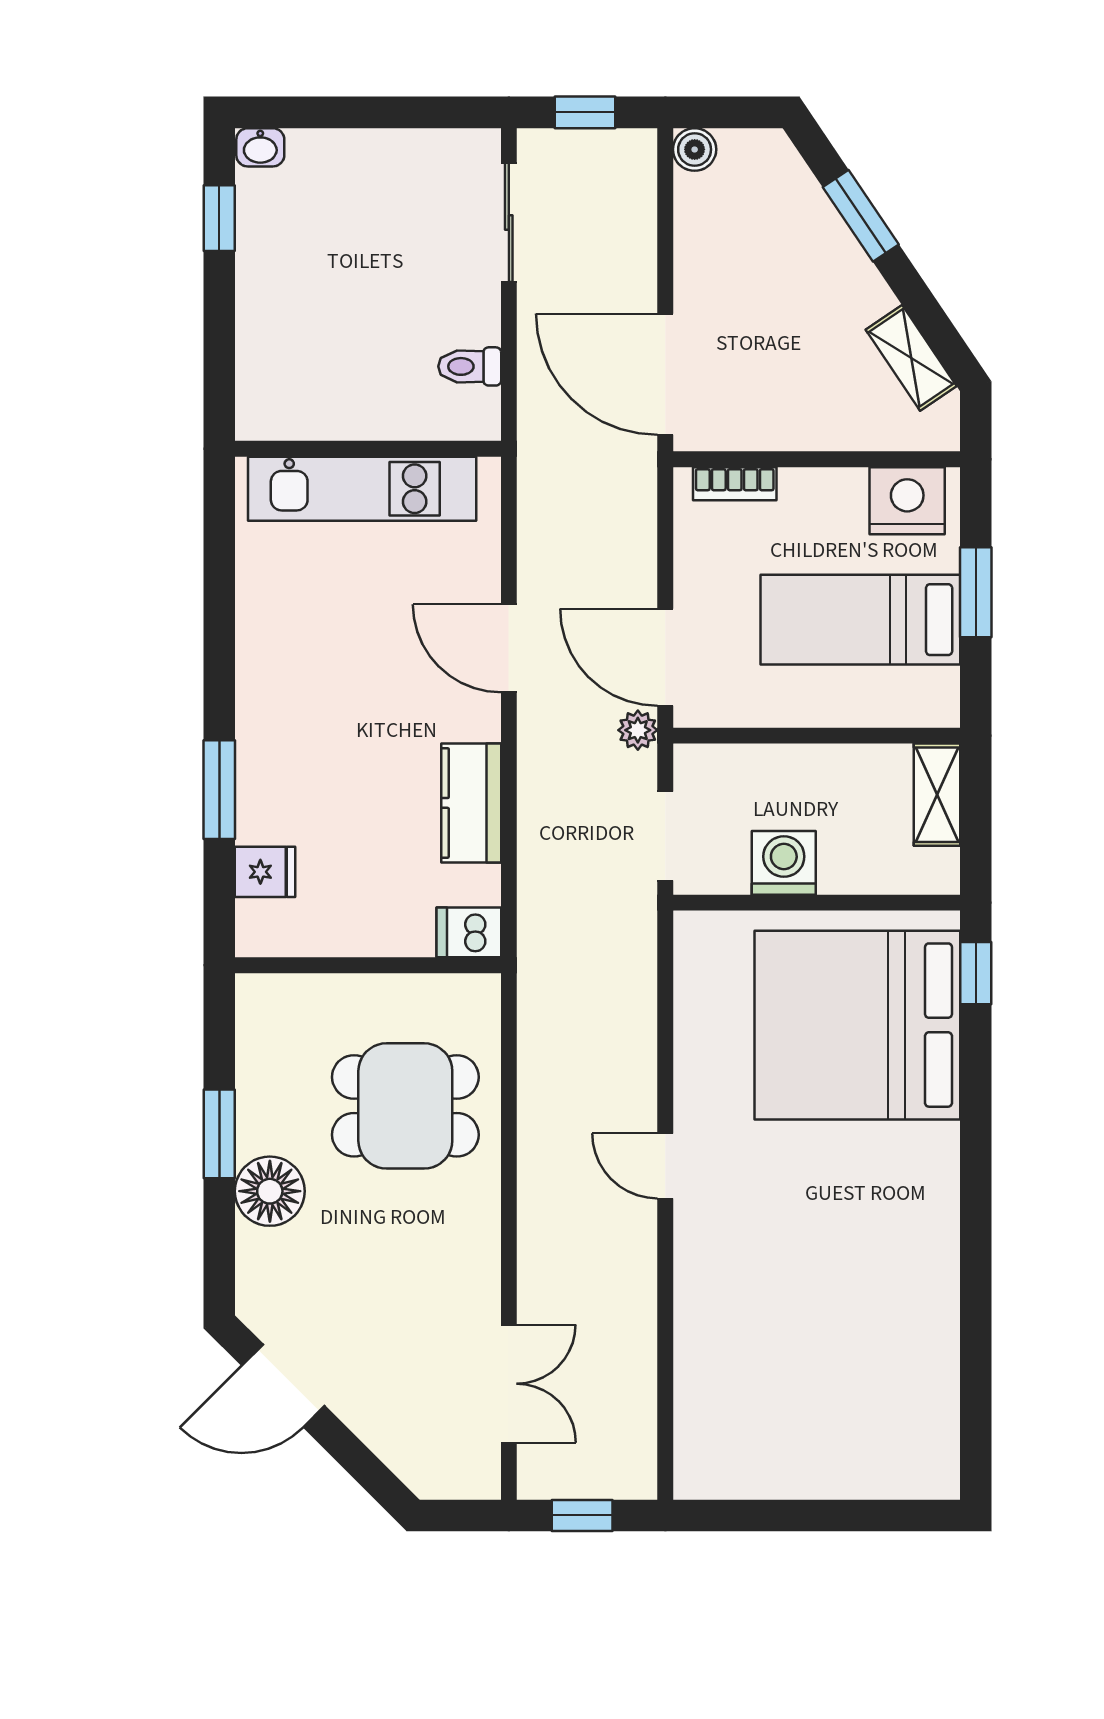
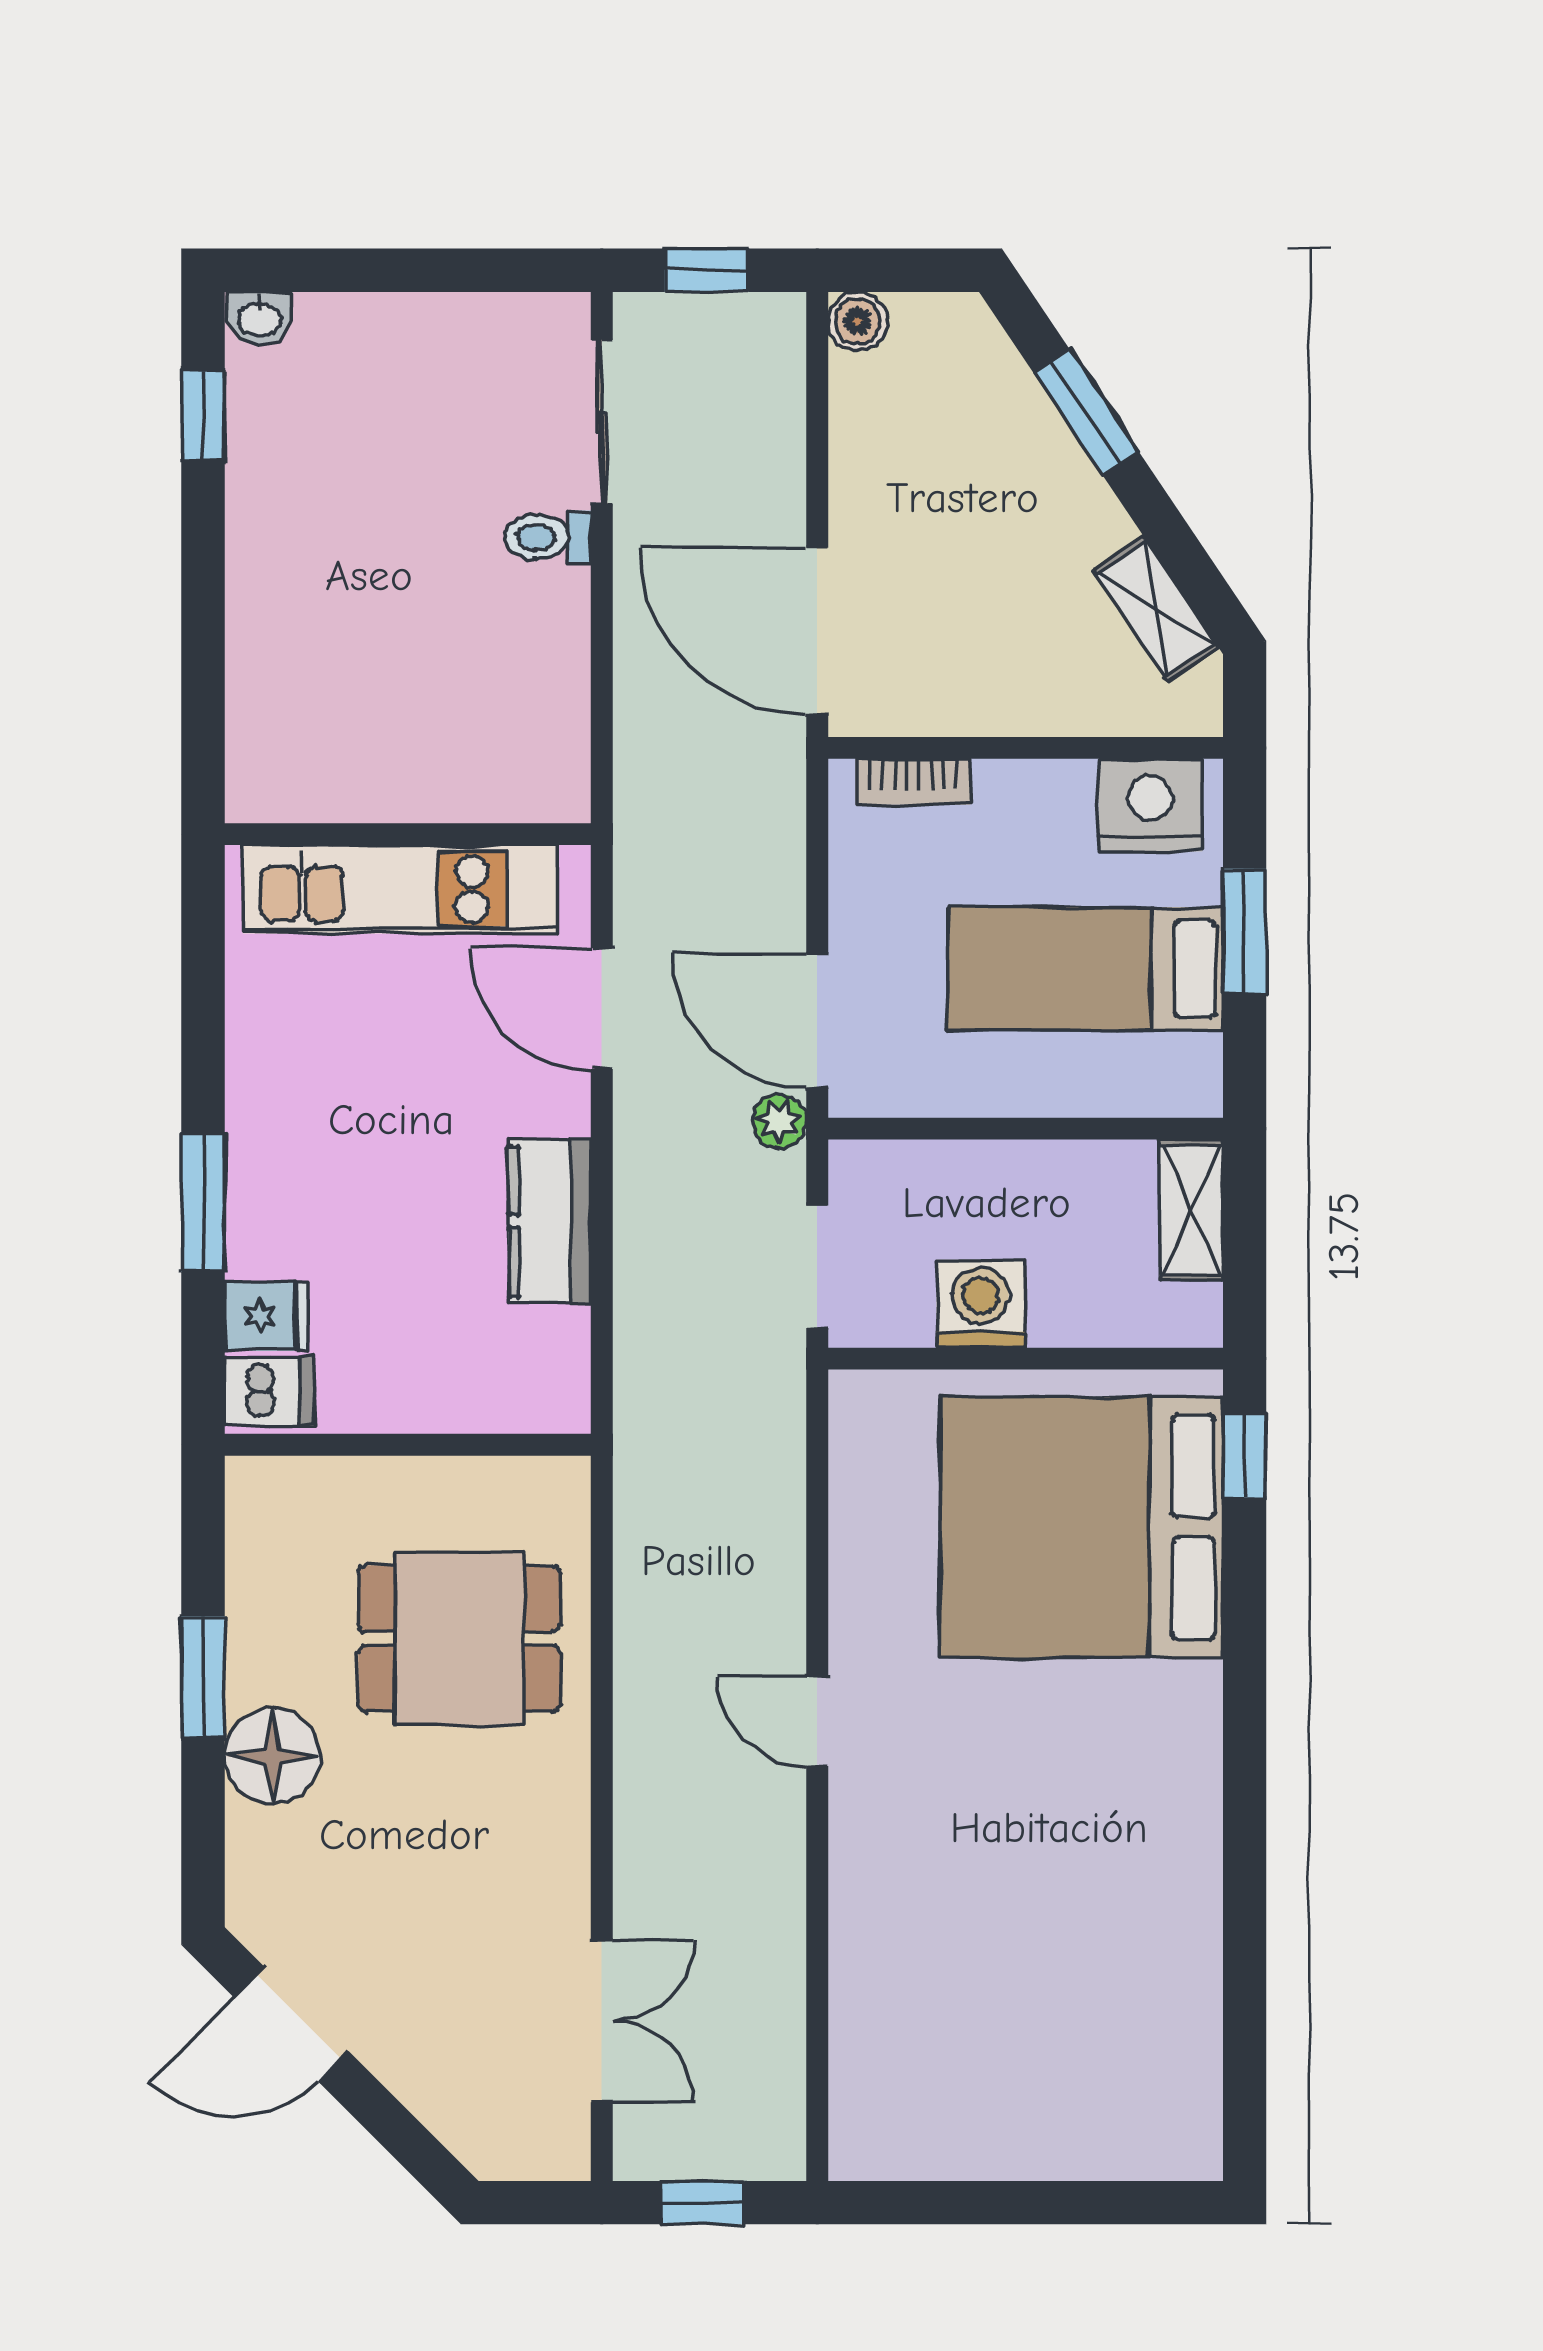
toilet: (470, 366) -> (548, 537), moved
wall: (368, 449) -> (408, 834), moved
kitchen unit: (362, 489) -> (400, 889), moved
dishwasher: (469, 932) -> (269, 1391), moved, turned 180

